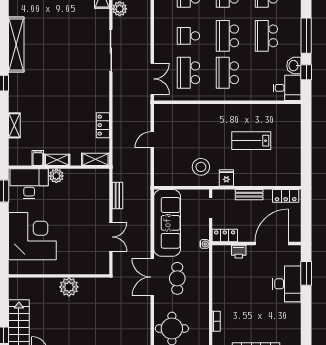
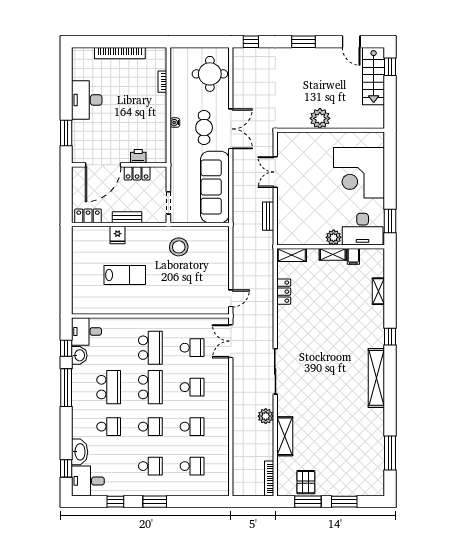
school desk: (188, 73) -> (192, 348), width x0.54
door: (152, 140) -> (231, 298), moved
fridge: (226, 178) -> (118, 235), moved
locker: (225, 236) -> (137, 173), moved
water cooler: (205, 244) -> (175, 123), moved
desk: (287, 284) -> (87, 100), moved

